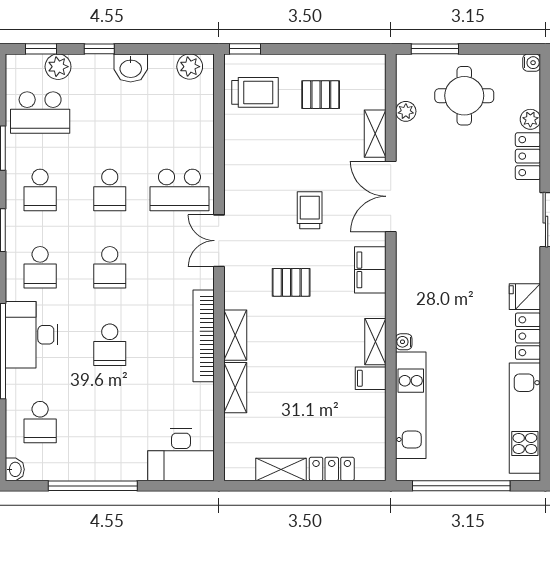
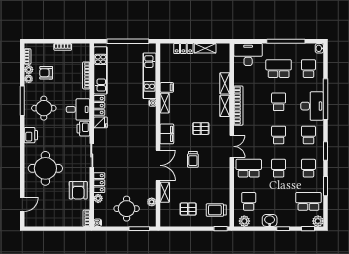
plant: (58, 67) -> (318, 221), moved
school desk: (179, 113) -> (249, 201), added
school desk: (110, 422) -> (279, 69), added

